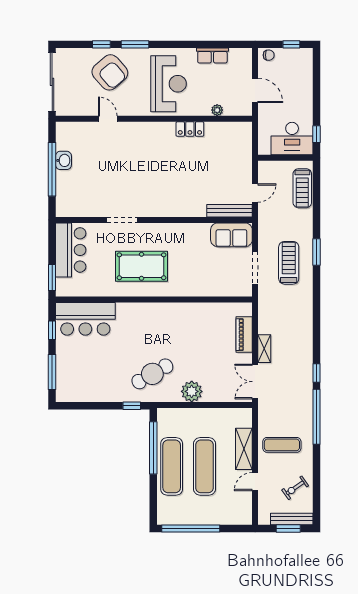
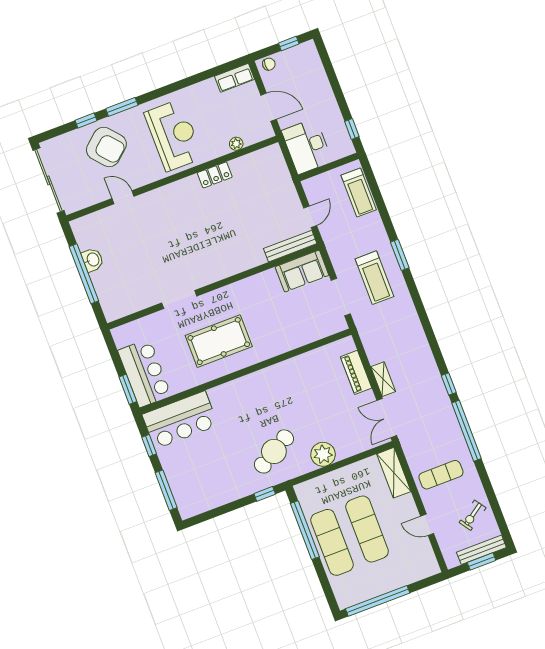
row of seats: (212, 56) -> (234, 78), moved
desk: (292, 139) -> (307, 146), moved, turned 90
bar counter: (71, 250) -> (144, 373), moved
treadmill: (289, 263) -> (374, 278), turned 180
shelving: (244, 449) -> (394, 473), moved
door: (255, 482) -> (427, 525), hinge flipped

